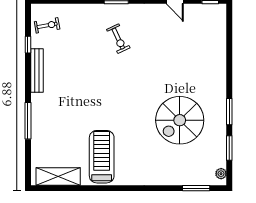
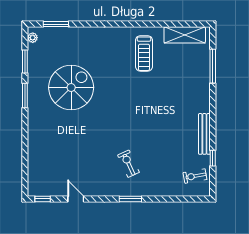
window: (28, 121) -> (213, 66), moved
treadmill: (102, 157) -> (144, 53), width x0.73, depth x0.73

